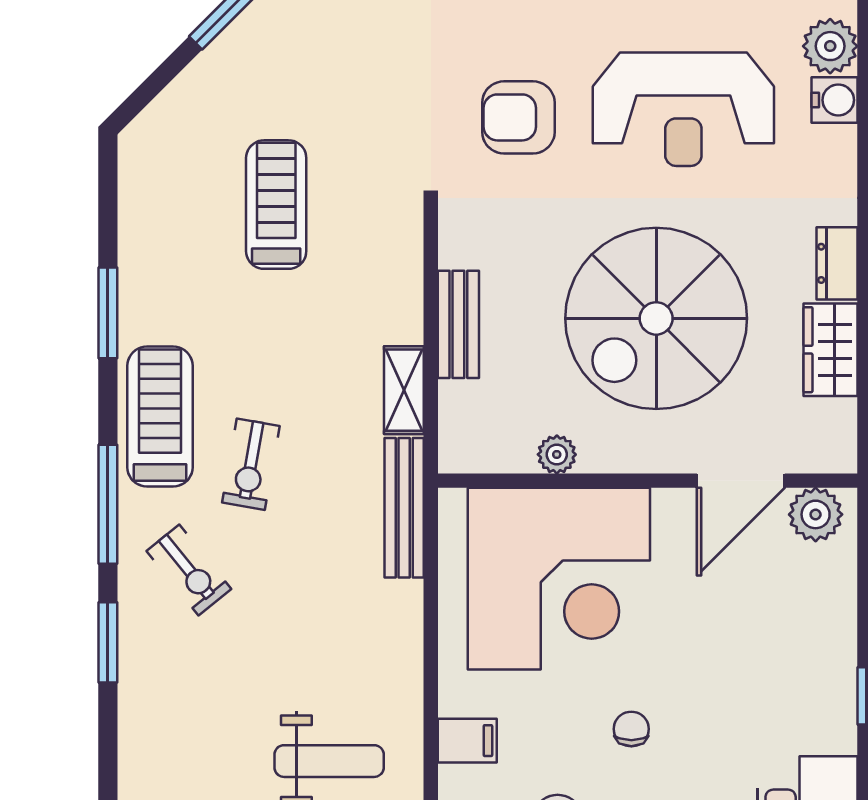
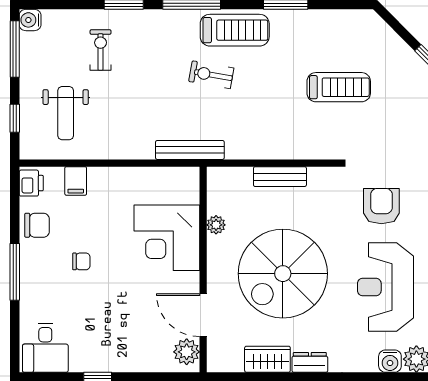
spiral stairs: (656, 318) -> (283, 274), turned -90
shelving: (404, 390) -> (248, 150), removed
exercise bike: (189, 570) -> (101, 50), moved, turned 129
corner desk: (559, 579) -> (167, 238), width x0.74, depth x0.74

